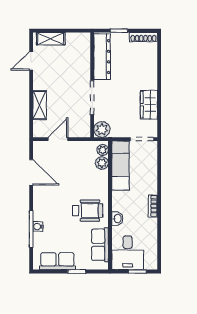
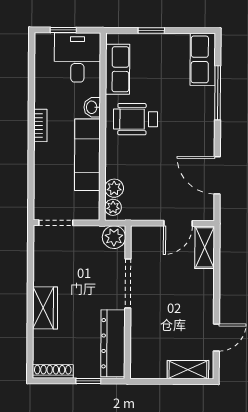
shelving: (40, 105) -> (205, 247), moved
wardrobe: (149, 105) -> (45, 308), moved
exam couch: (120, 166) -> (87, 155), moved
water cooler: (38, 227) -> (208, 96), removed
row of seats: (57, 261) -> (203, 59), moved, turned 90

